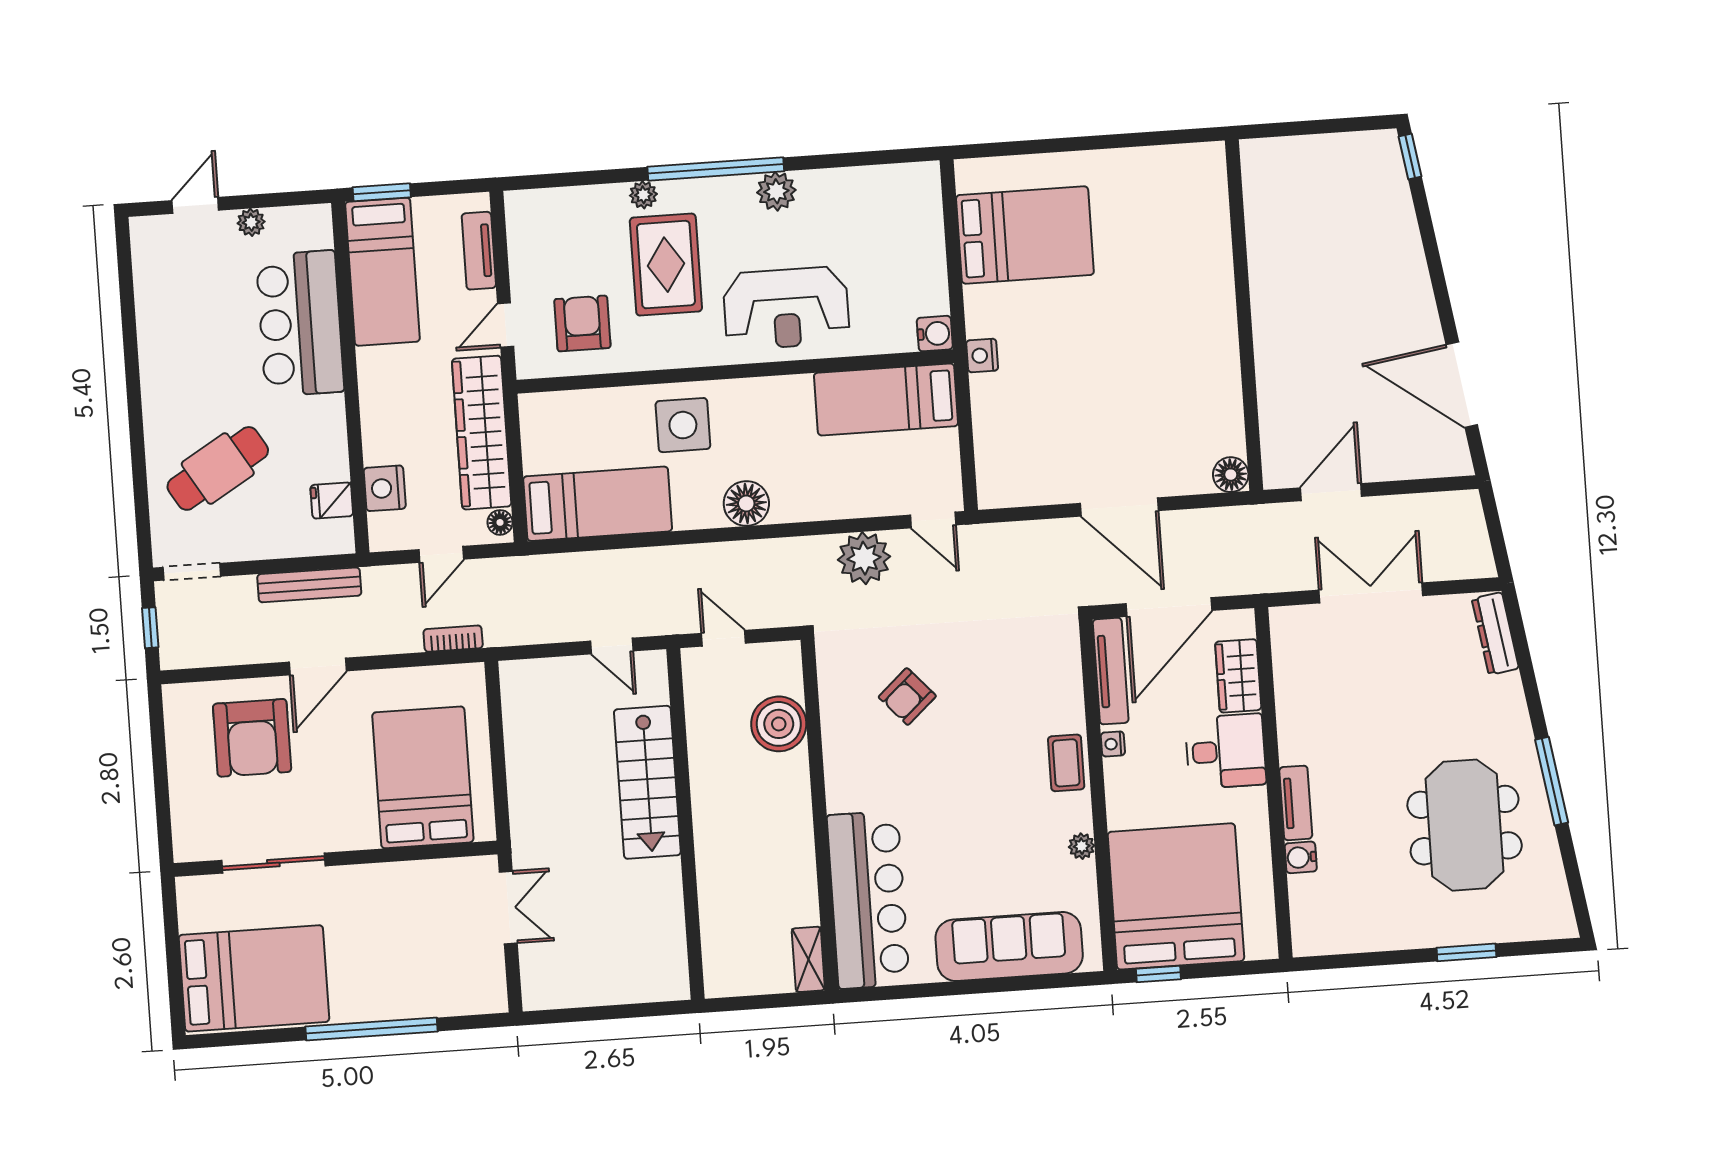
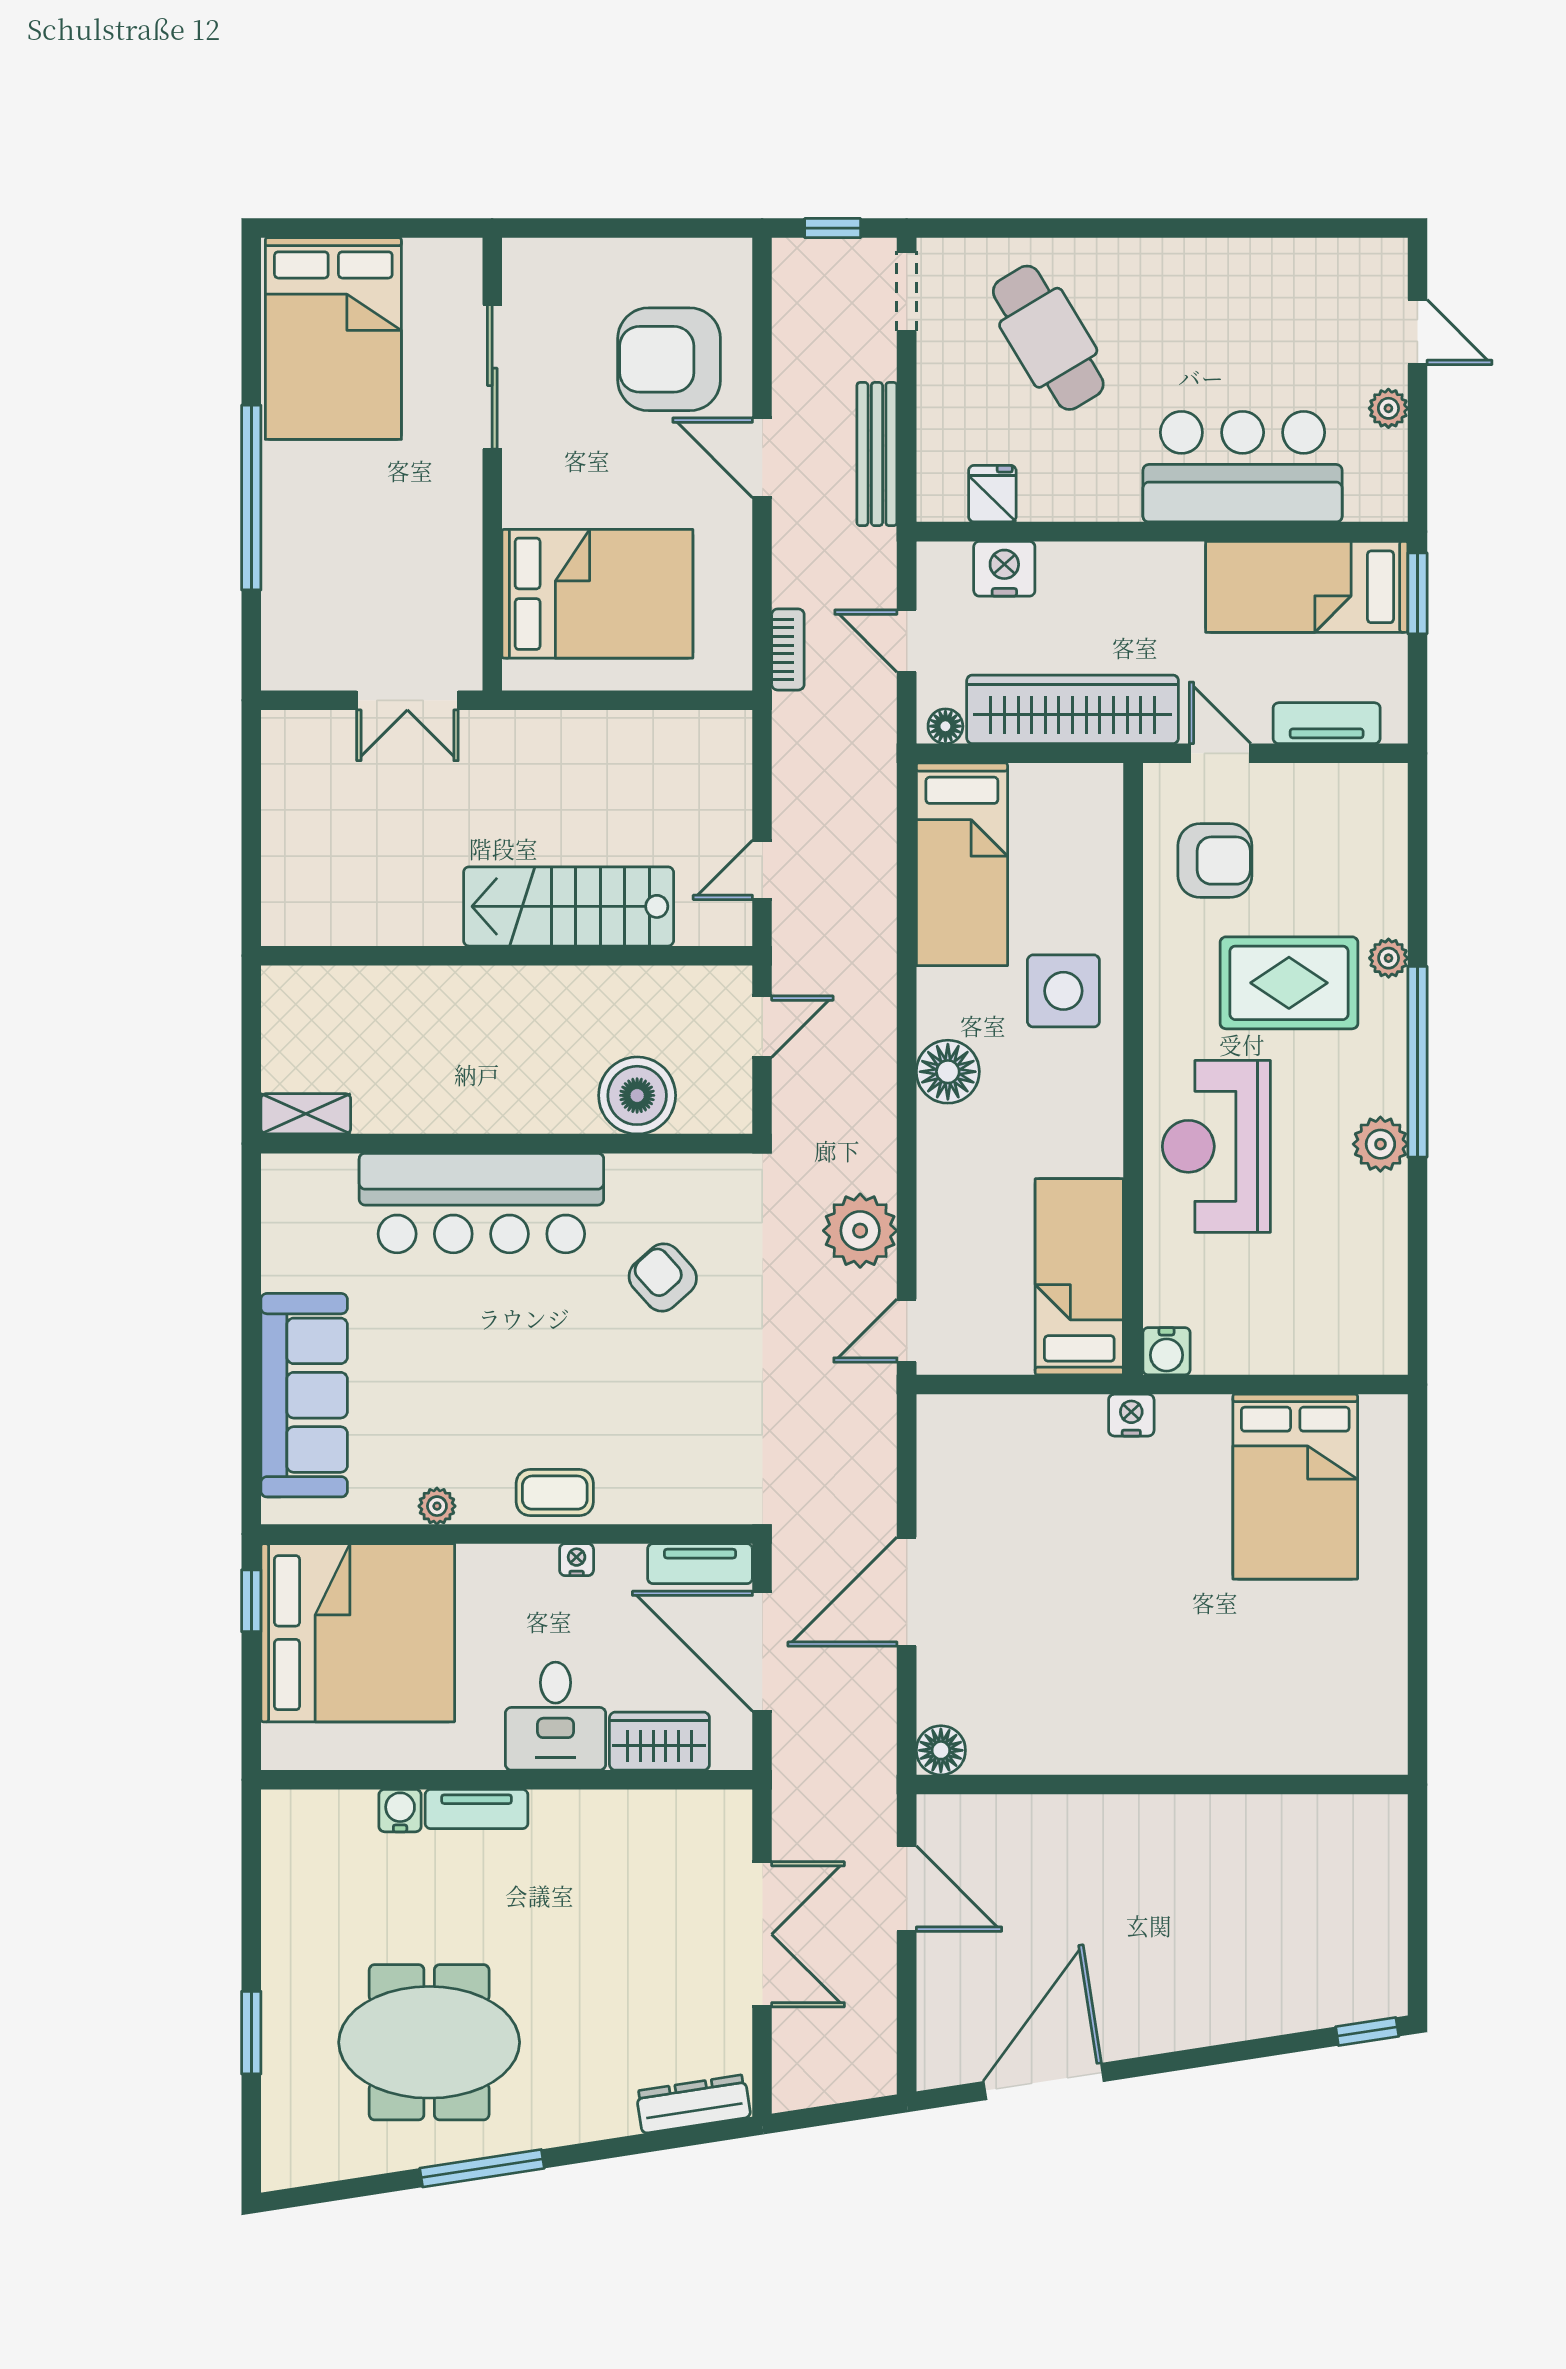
tv unit: (1111, 671) -> (700, 1564), width x0.71
bar counter: (868, 900) -> (481, 1203), moved

